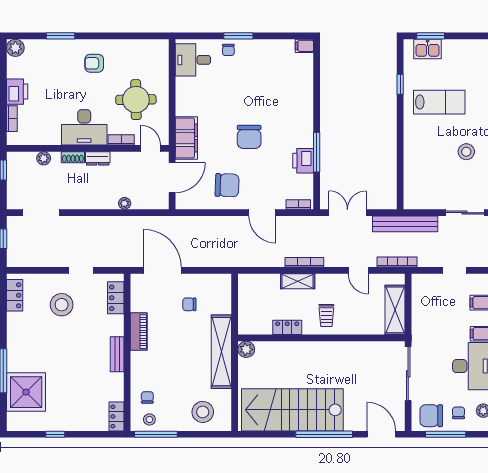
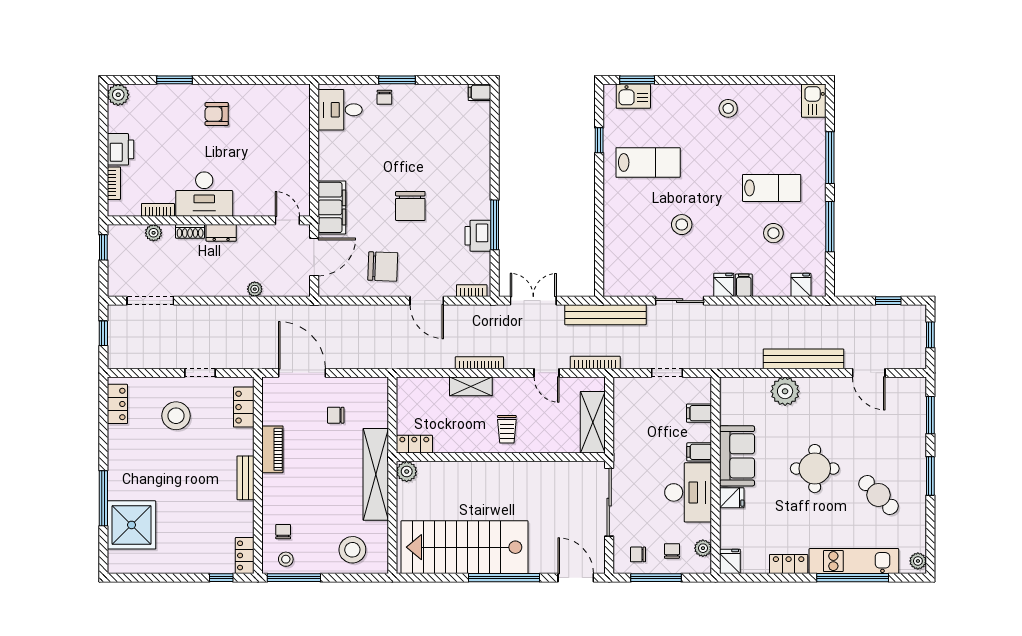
round table: (136, 100) -> (269, 159), removed
bookcase: (121, 140) -> (158, 210), moved
locker: (287, 327) -> (414, 444), moved
chair: (431, 416) -> (638, 554), width x0.54, depth x0.54
window: (55, 434) -> (221, 578), moved

